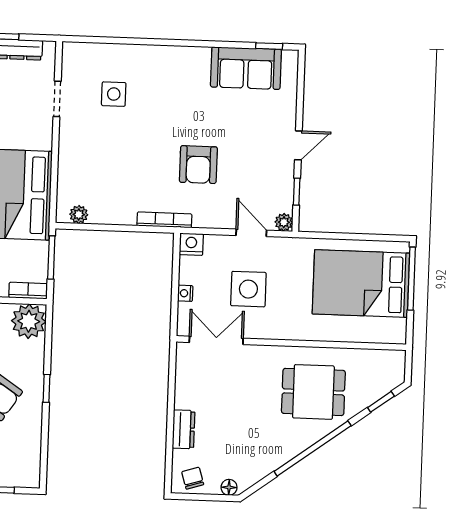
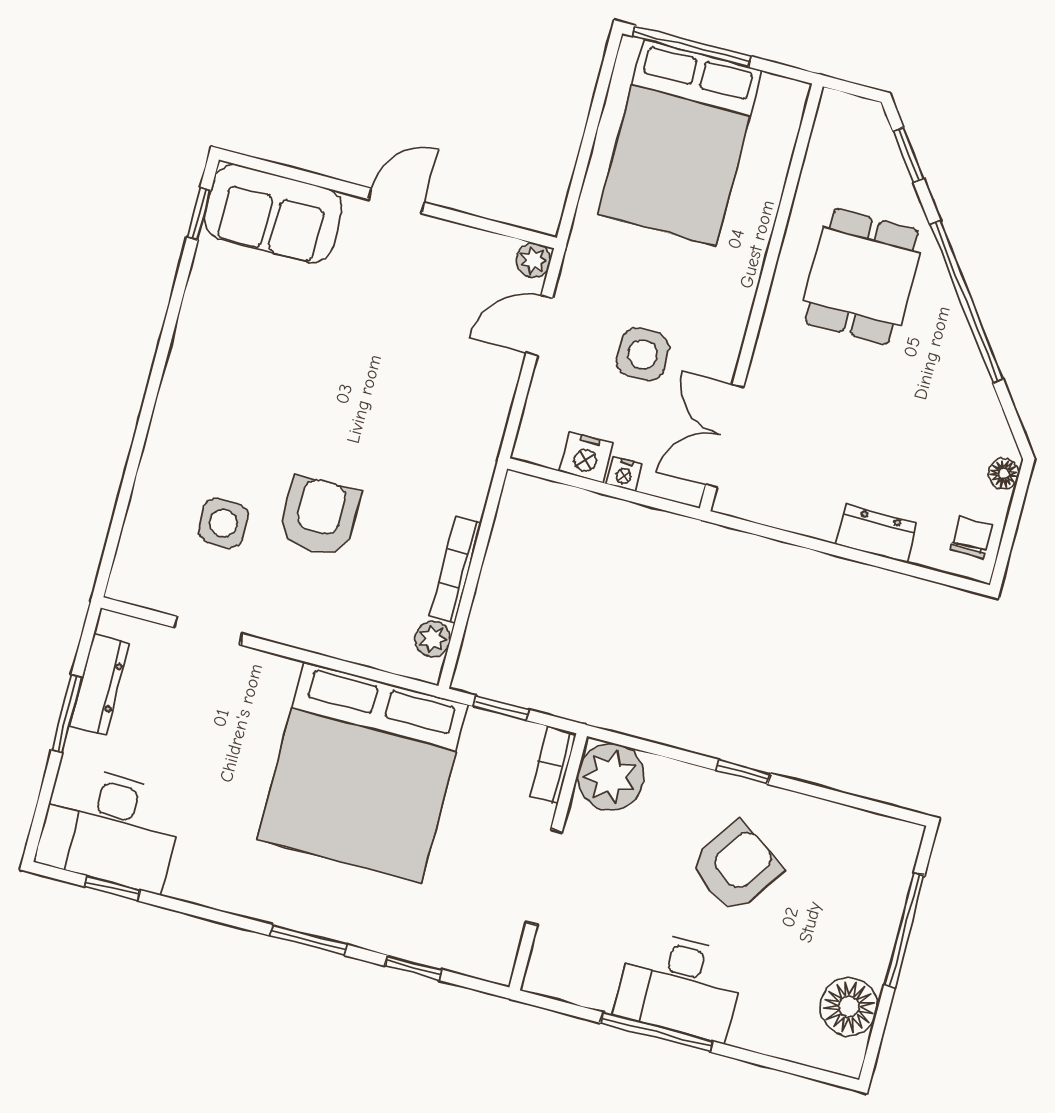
sofa: (246, 68) -> (273, 214), moved, turned 90
door: (298, 145) -> (396, 201), hinge flipped
armchair: (198, 165) -> (319, 516), moved, turned -90
window: (297, 192) -> (482, 223), removed
bookcase: (164, 220) -> (456, 569), moved
nightstand: (191, 244) -> (586, 457), moved, turned -90
window: (51, 257) -> (501, 708), width x0.67
side table: (248, 289) -> (643, 354), width x0.73, depth x0.73
chair: (193, 478) -> (971, 537), turned 107

